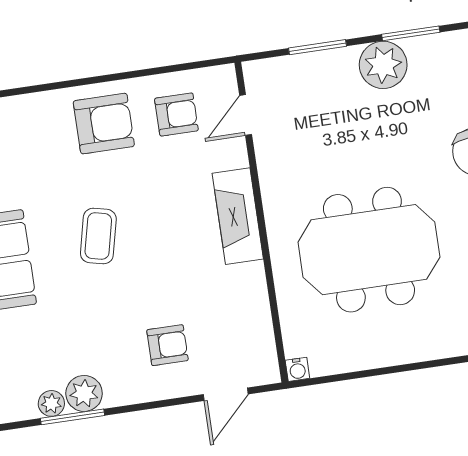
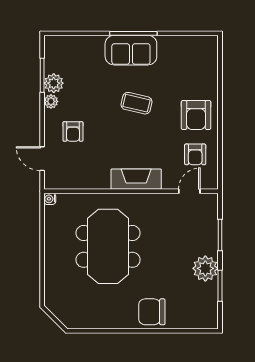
door: (246, 115) -> (189, 191), hinge flipped
plant: (51, 403) -> (51, 101), moved

